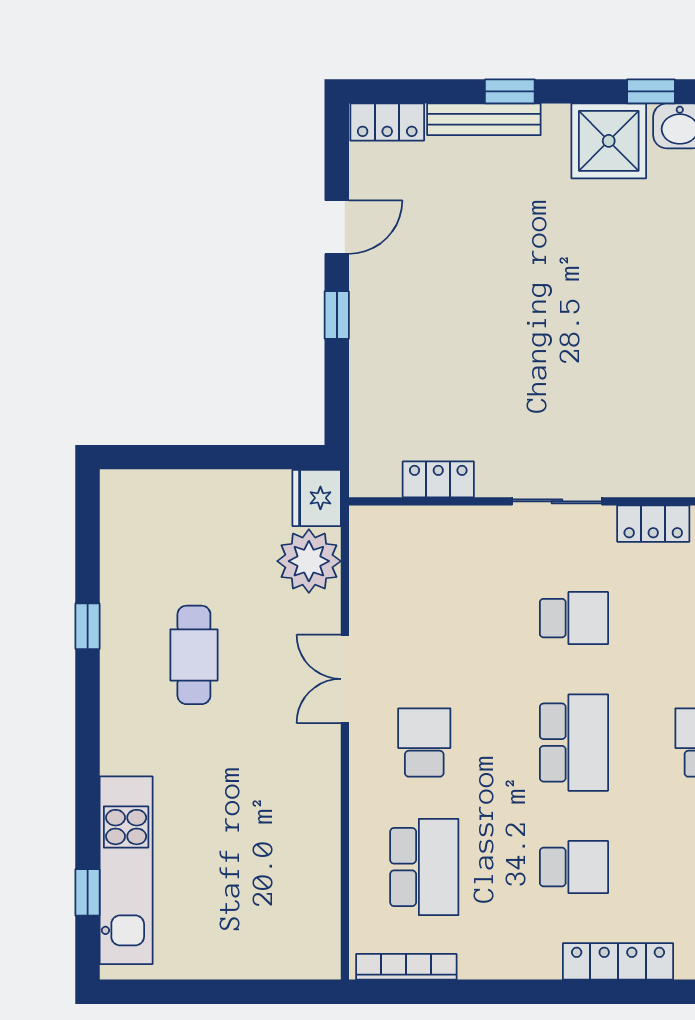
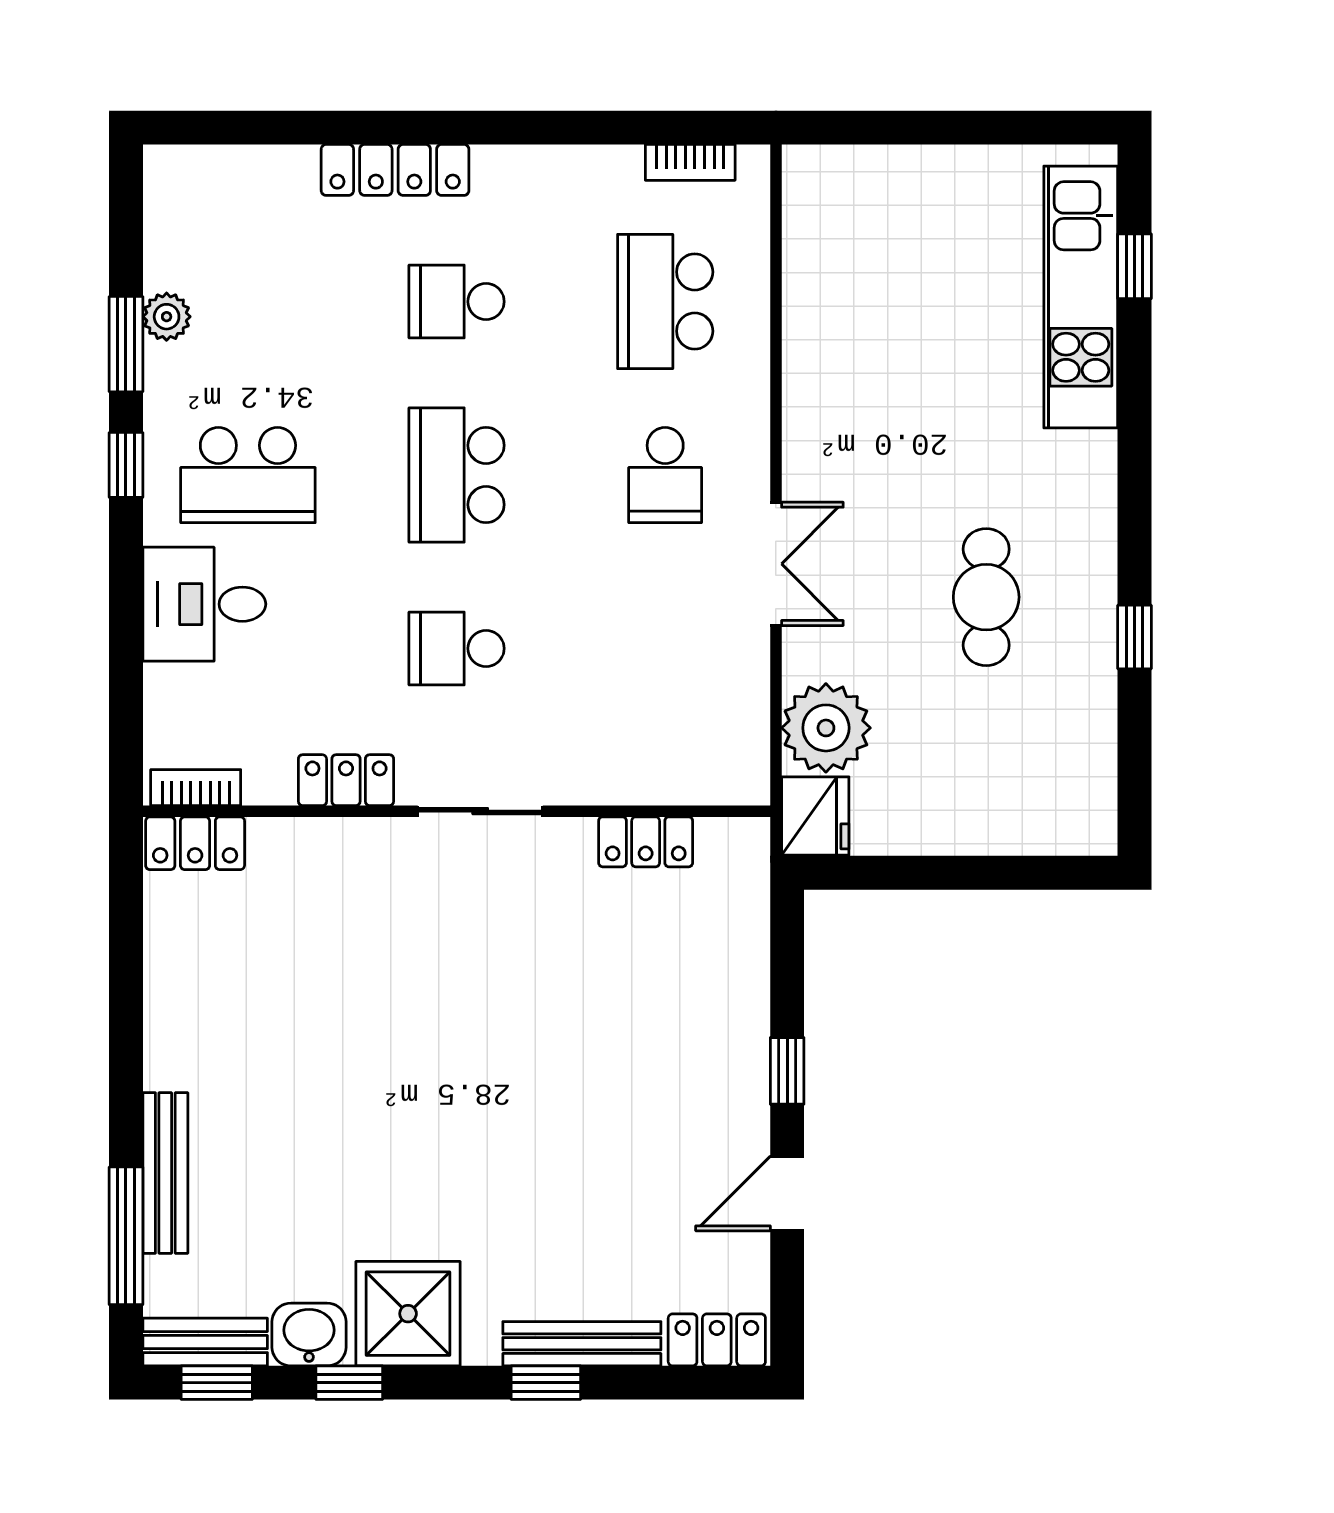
bookcase: (406, 967) -> (690, 162), width x0.64

